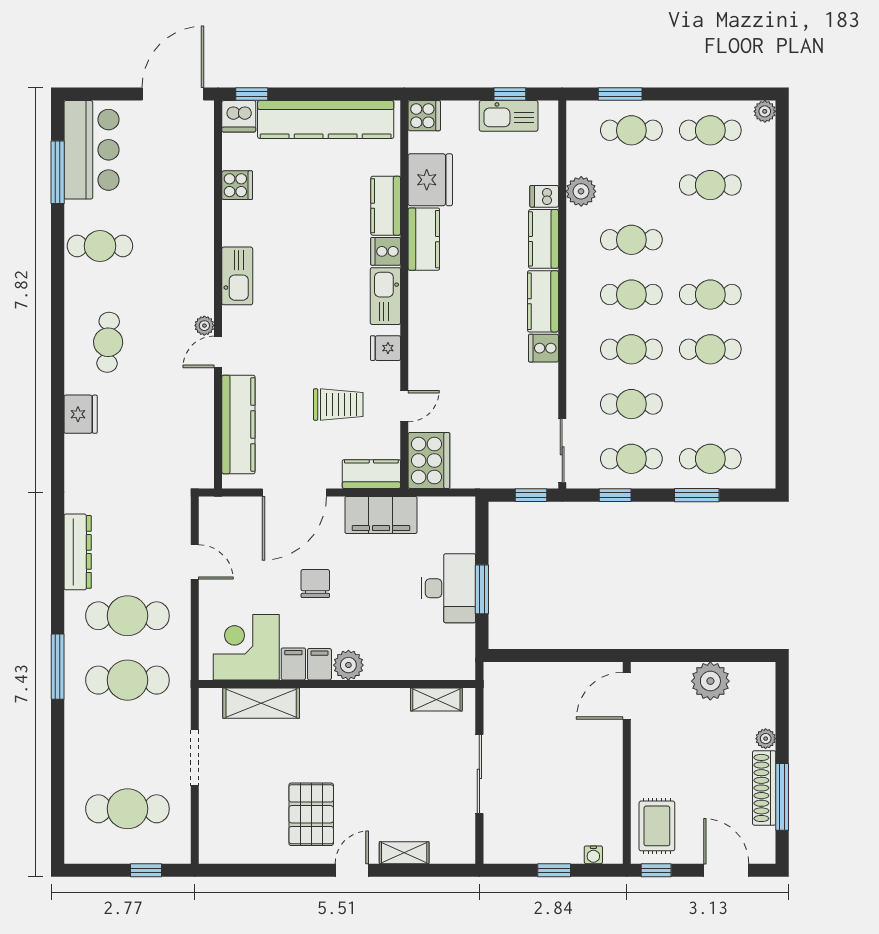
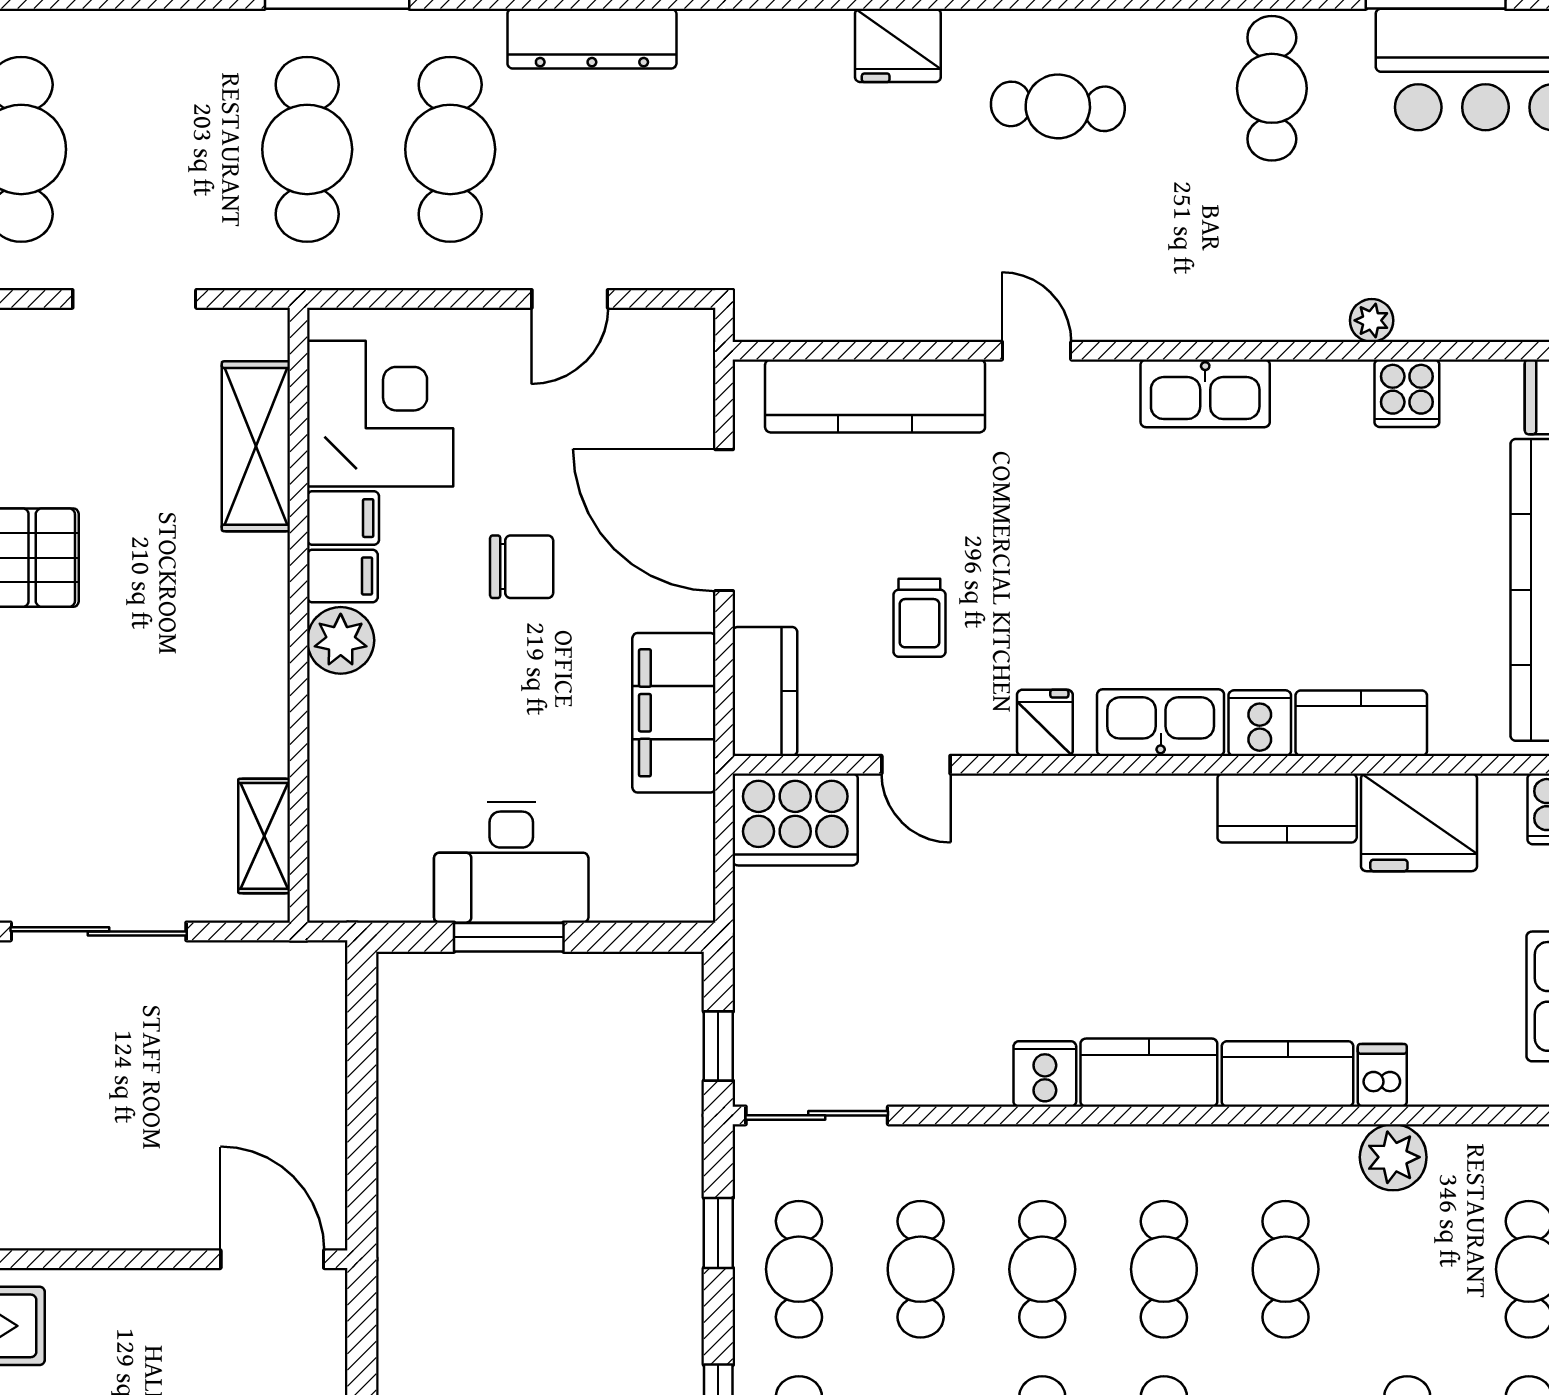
plant: (204, 326) -> (1372, 320), moved
trolley: (338, 405) -> (919, 618), width x0.73, depth x0.72

